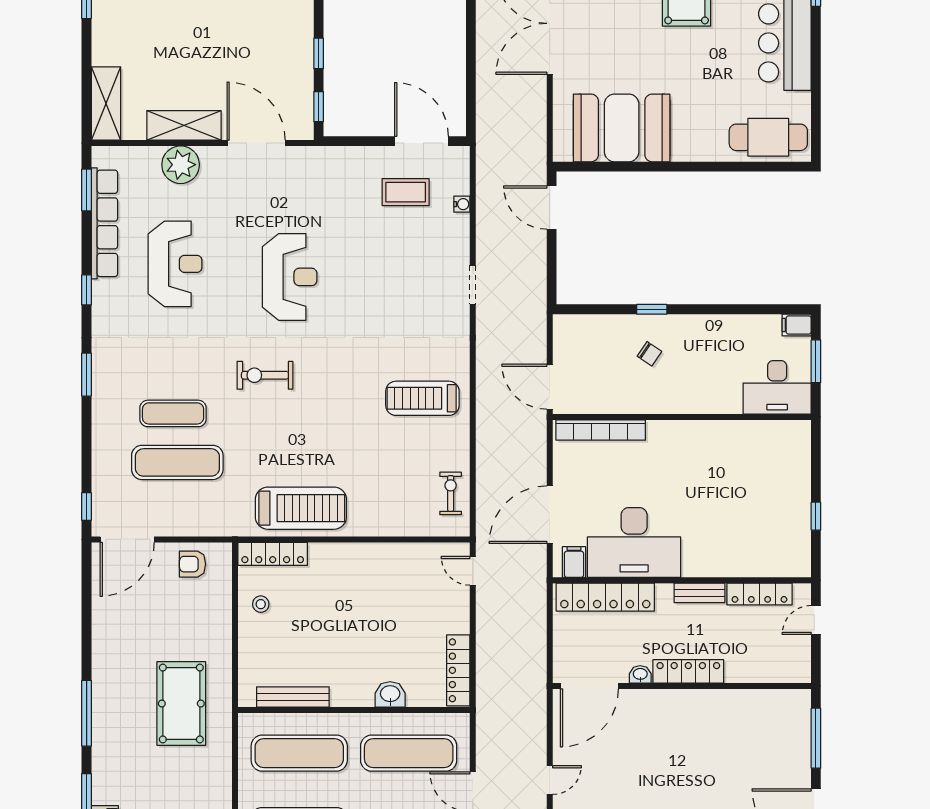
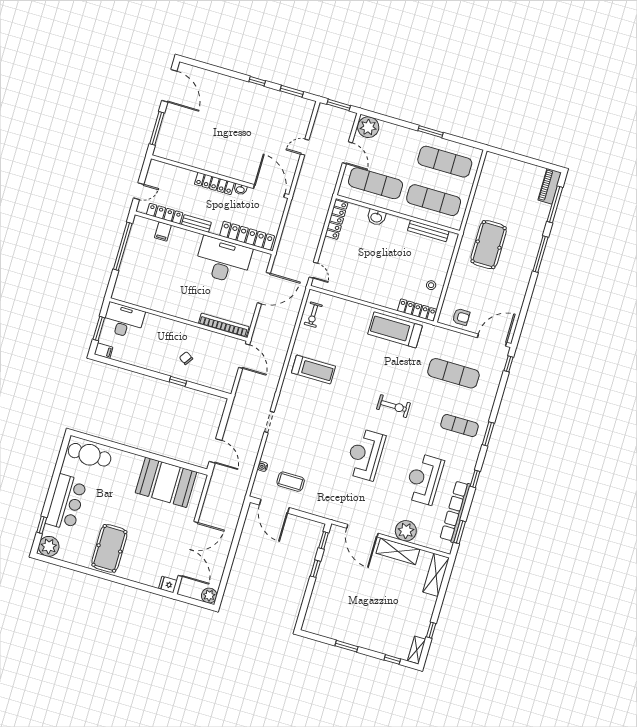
exercise mat: (173, 413) -> (460, 426), moved
window: (816, 516) -> (123, 246), width x3.17
filing cabinet: (574, 562) -> (163, 231), moved
door: (589, 686) -> (269, 191), hinge flipped

